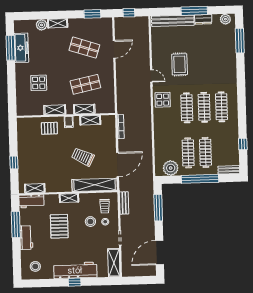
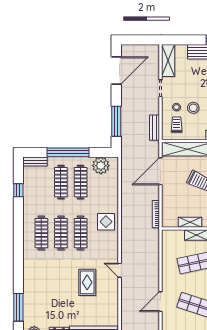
display table: (163, 100) -> (106, 222), moved

